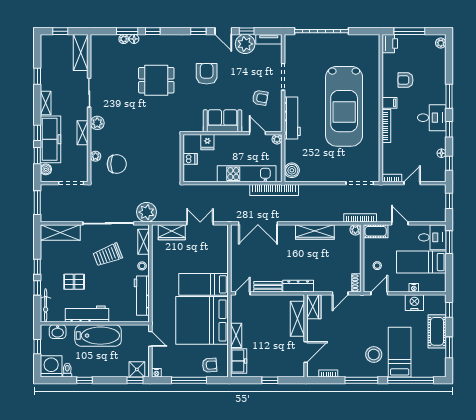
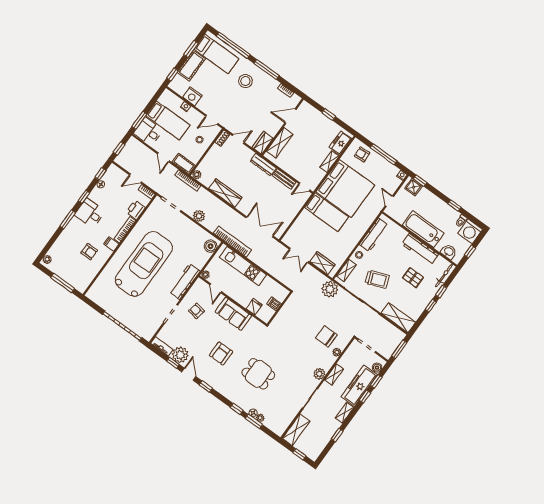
printer: (390, 44) -> (136, 210), moved
plant: (324, 191) -> (199, 216), added
bed: (400, 352) -> (216, 54), moved, turned -90

